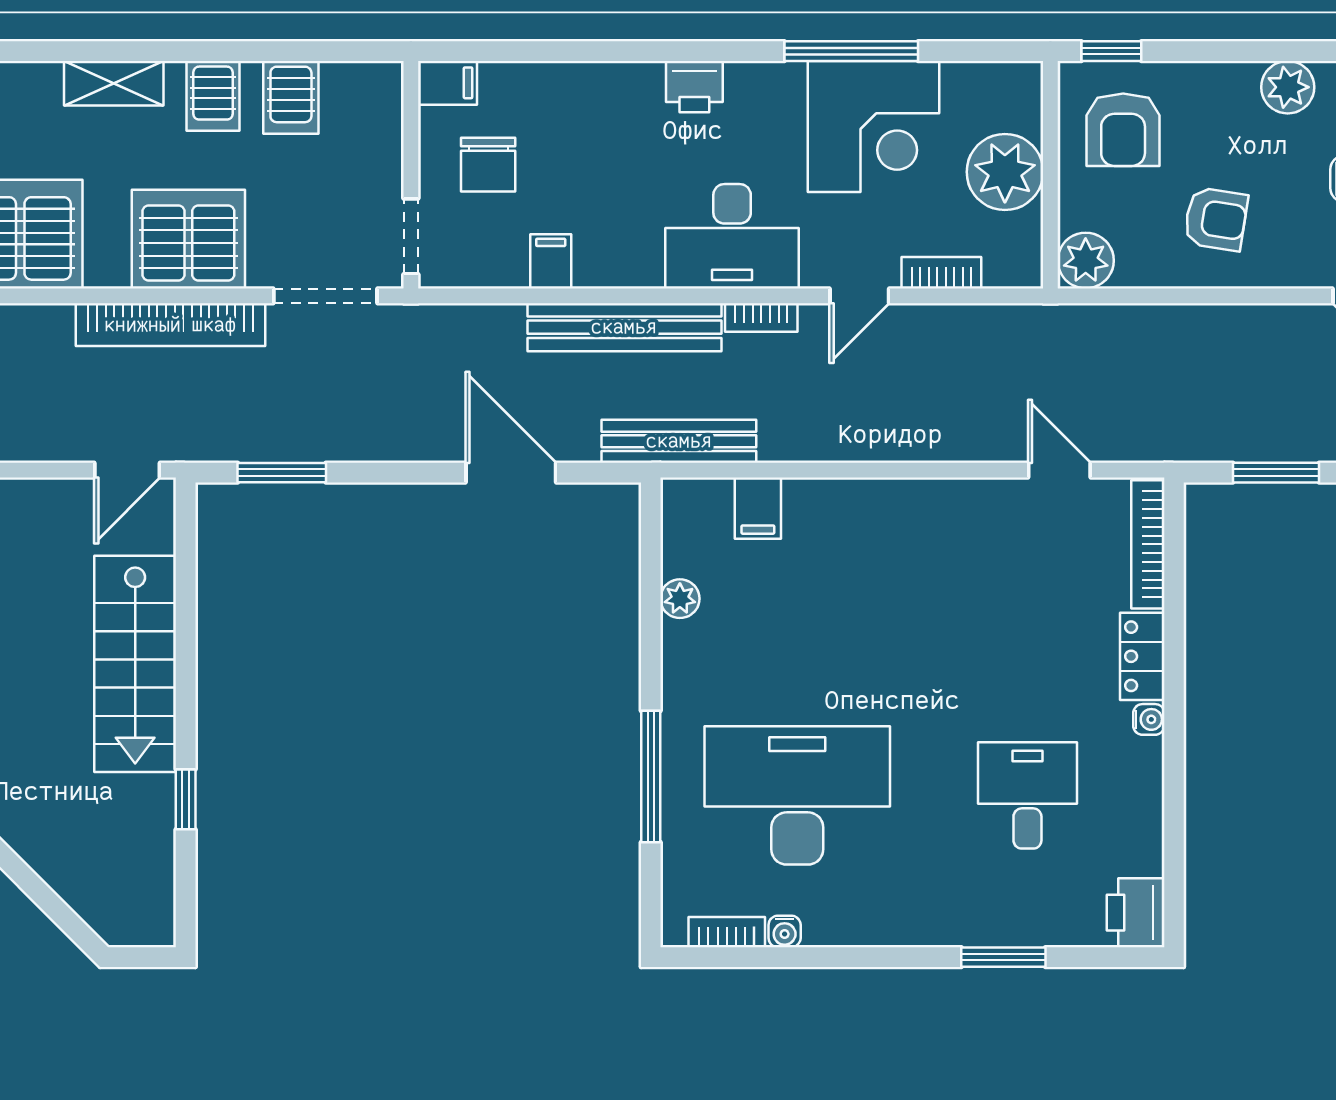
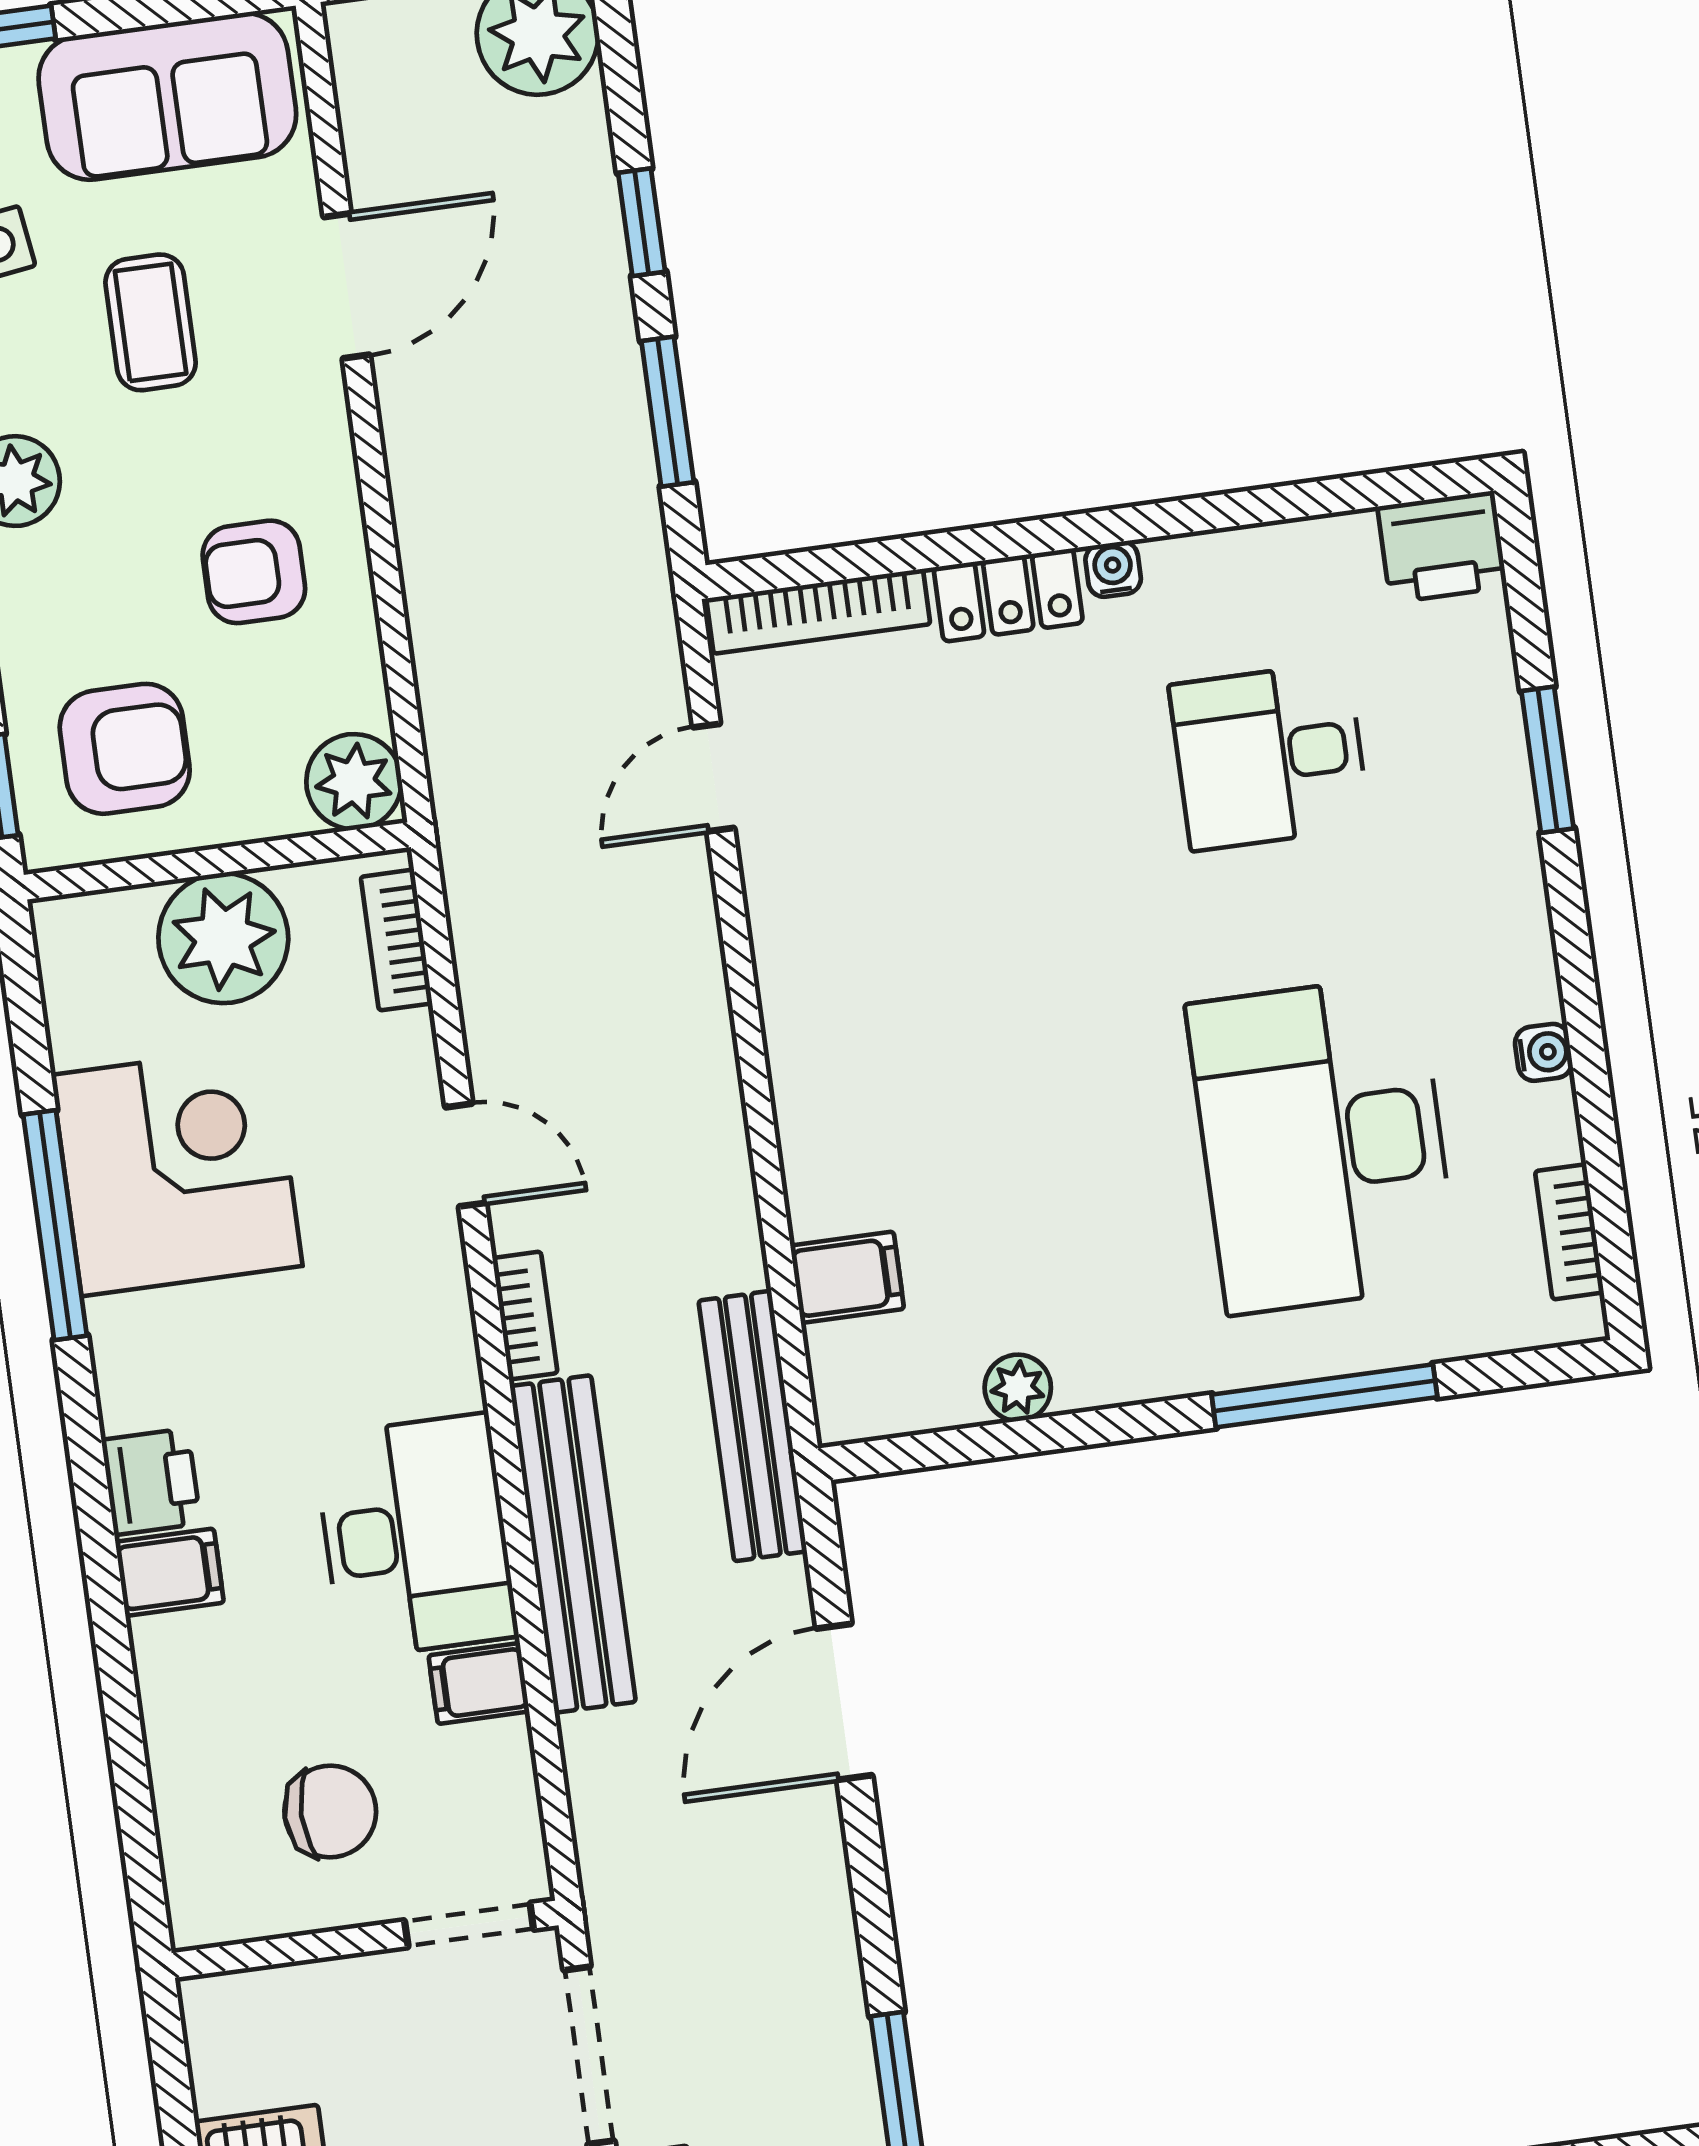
filing cabinet: (448, 83) -> (169, 1572), moved, turned 90
armchair: (1216, 219) -> (254, 572), turned -99
desk: (732, 236) -> (416, 1536), moved
bookcase: (941, 273) -> (396, 940), moved
water cooler: (785, 931) -> (1544, 1052), moved

